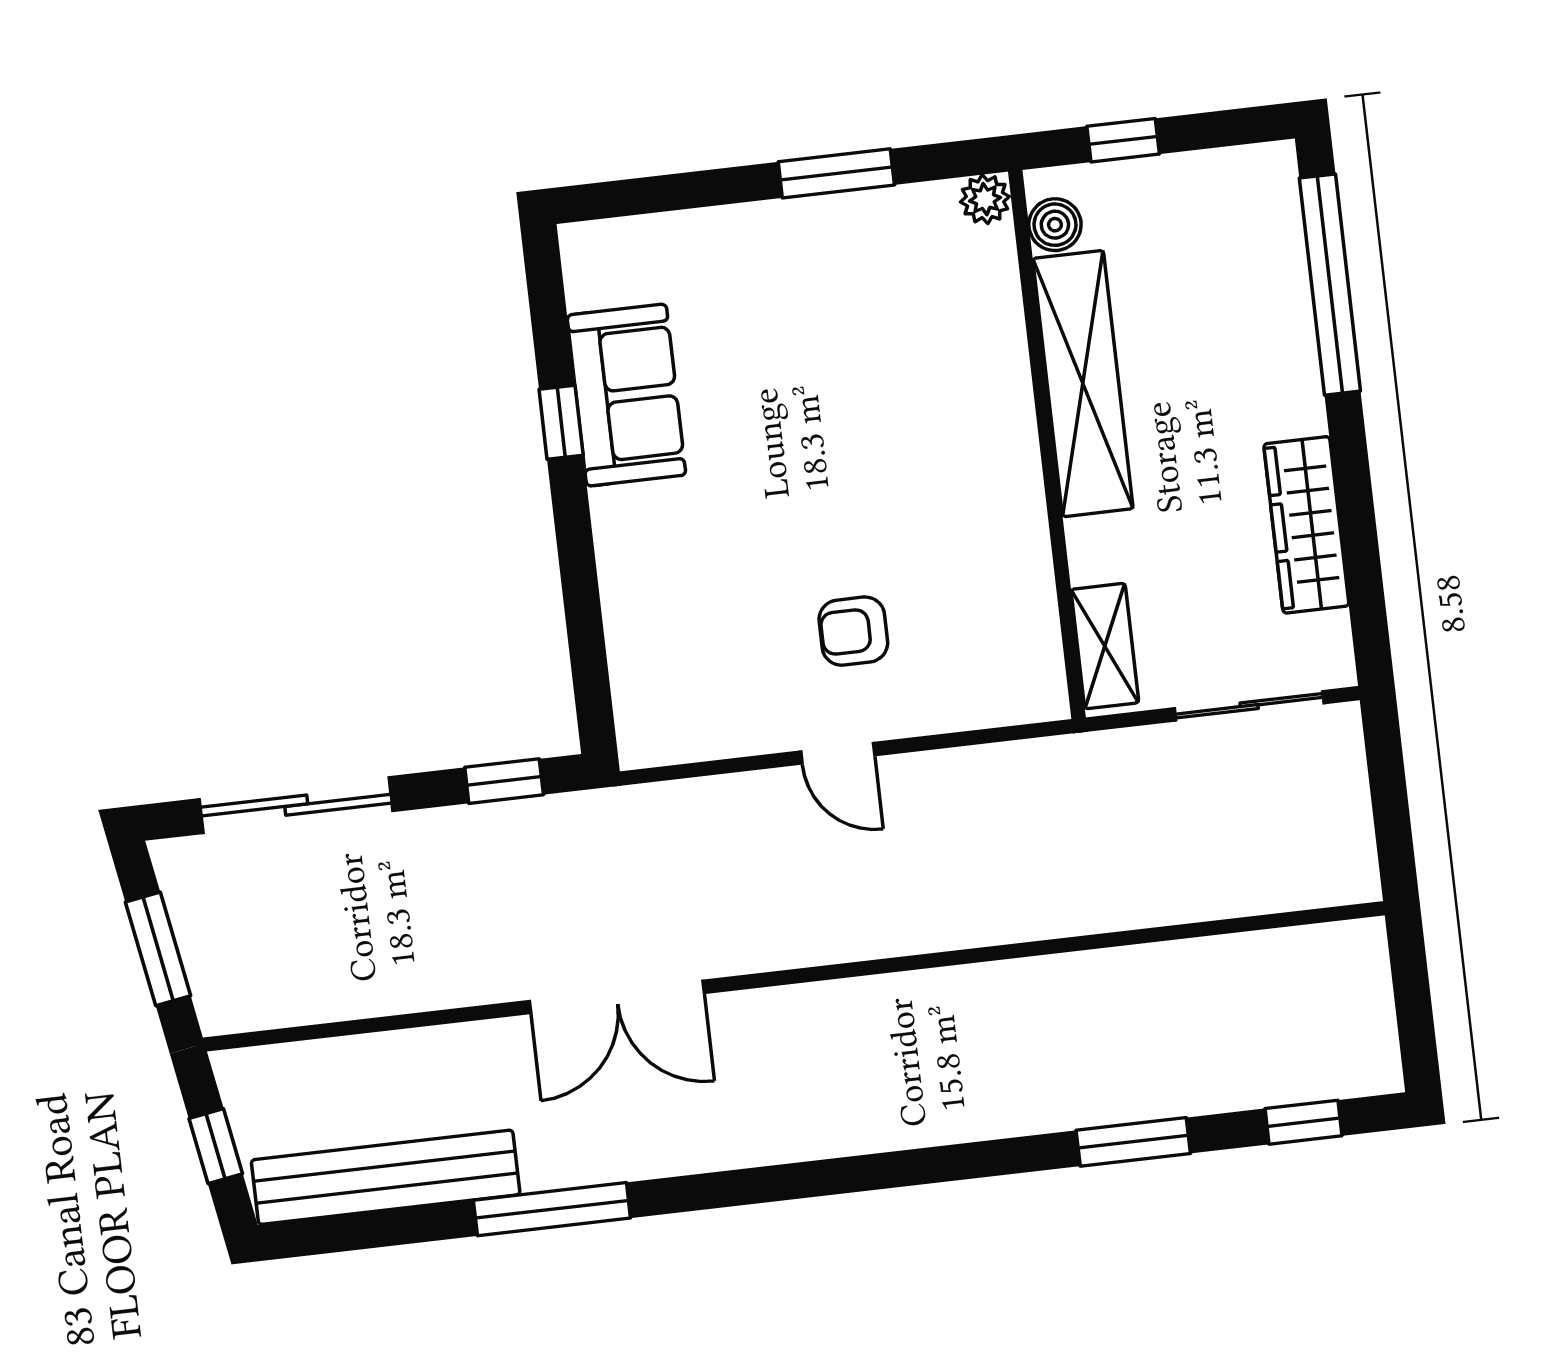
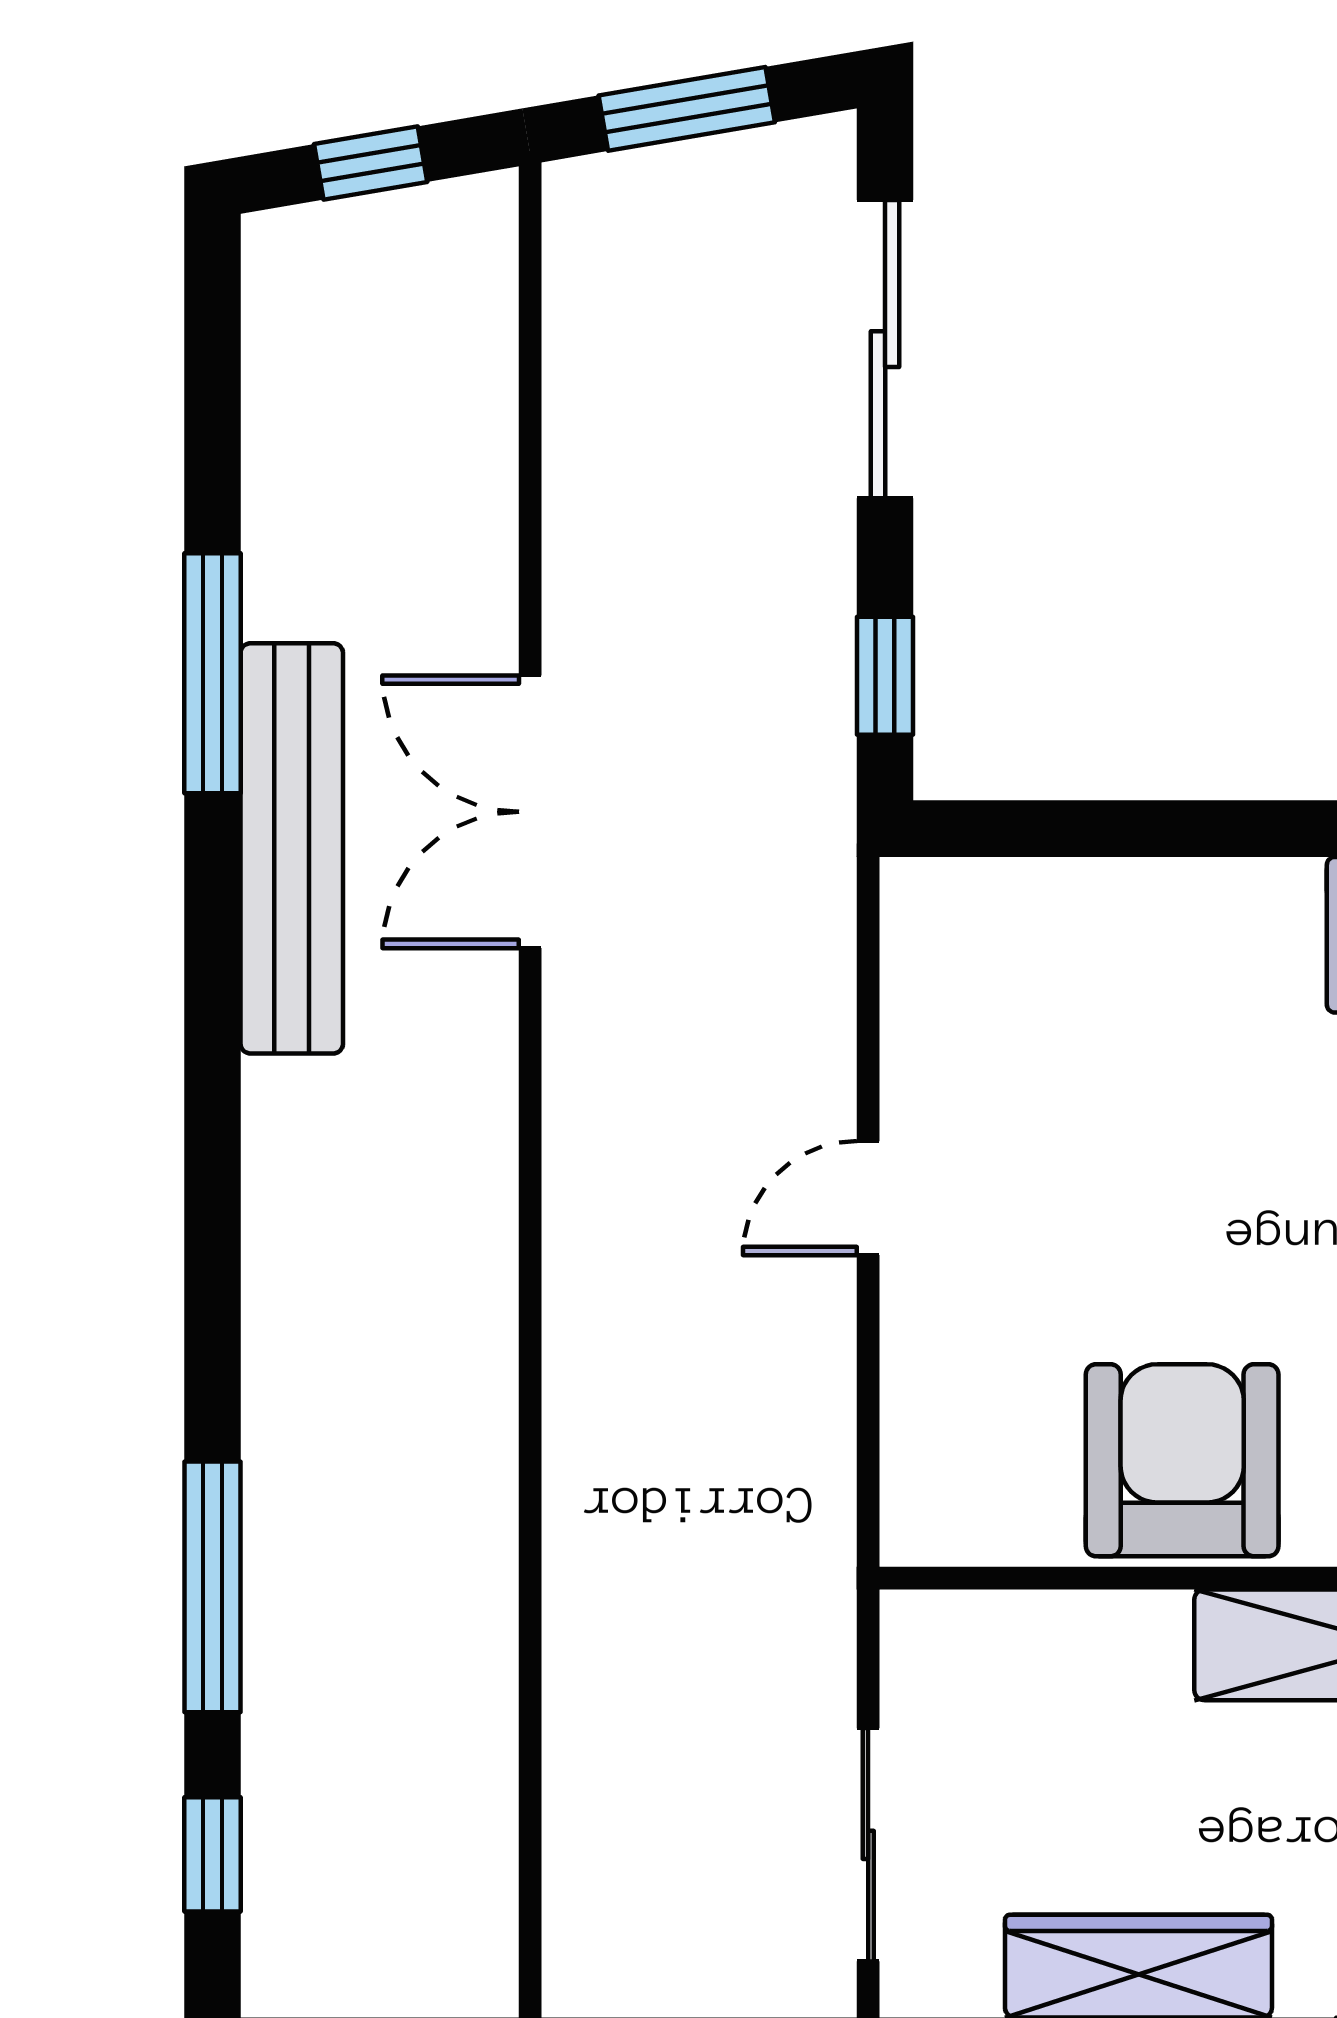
armchair: (853, 631) -> (1182, 1460), moved, width x1.88, depth x1.88
shelving: (1105, 646) -> (987, 1632), removed
window: (1133, 1142) -> (213, 1587), width x1.44
bench: (386, 1177) -> (292, 848), moved

